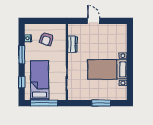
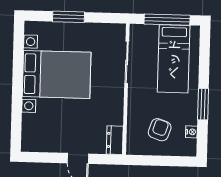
dresser: (72, 44) -> (115, 140), moved
bed with nightstands: (107, 69) -> (57, 74), width x1.36
window: (22, 82) -> (204, 56), removed

